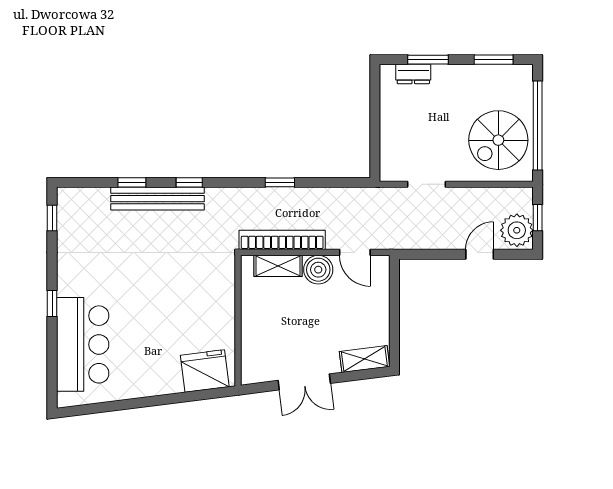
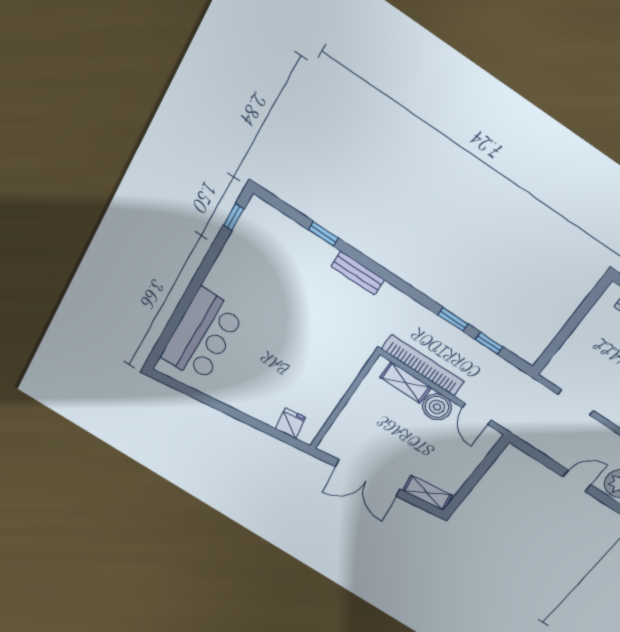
window: (189, 182) -> (489, 343), moved
bench: (157, 199) -> (358, 273), width x0.54, depth x0.82
window: (52, 303) -> (194, 287), removed
fridge: (205, 371) -> (291, 423), width x0.53, depth x0.75
double door: (304, 382) -> (368, 478), width x1.37

